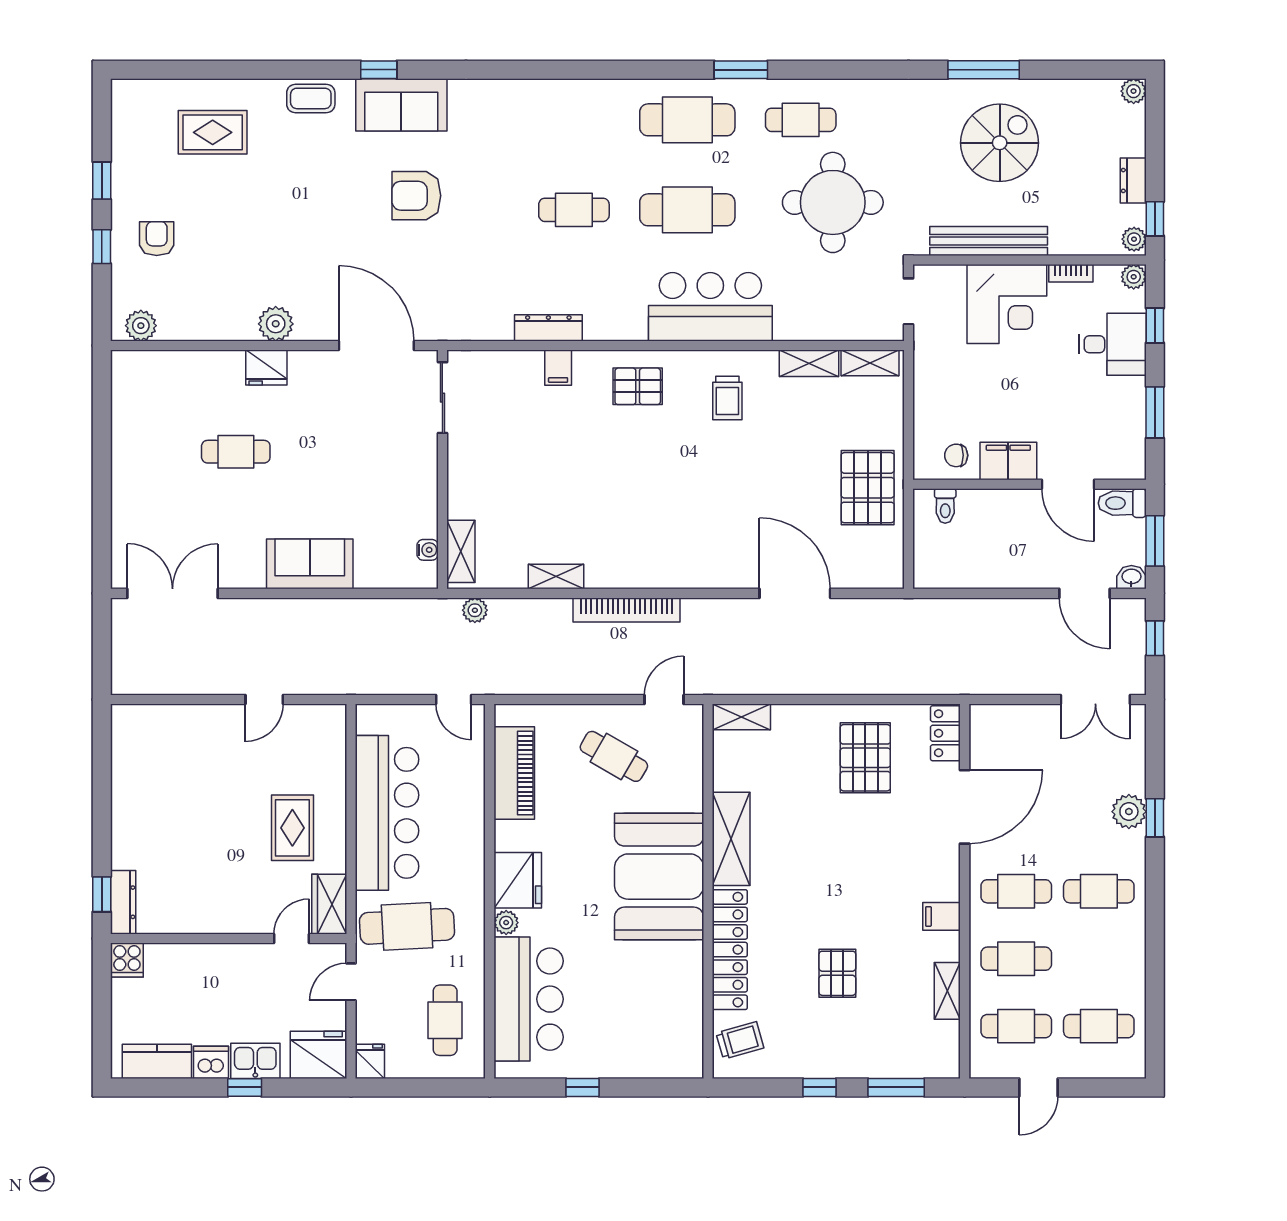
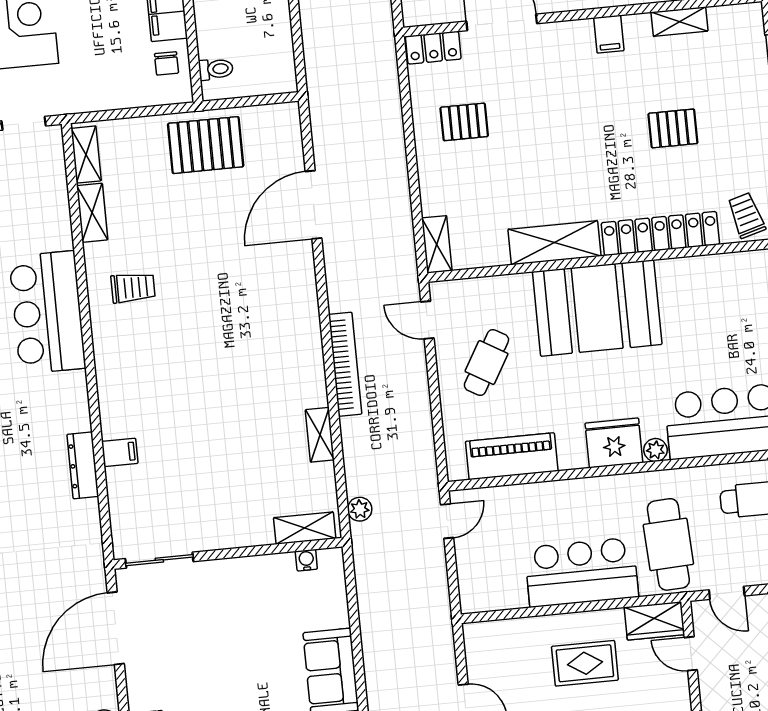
pallet: (638, 386) -> (130, 374), removed
pallet: (865, 758) -> (464, 122), width x0.67, depth x0.71
bar counter: (387, 813) -> (582, 572), width x0.73

